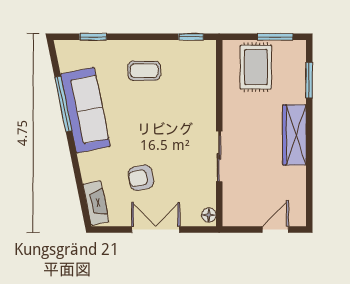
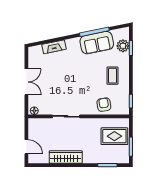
plant: (89, 51) -> (123, 46), added
sofa: (85, 110) -> (97, 43), width x0.73
wardrobe: (294, 135) -> (66, 157), moved
armchair: (141, 178) -> (104, 105), moved
fireplace: (96, 203) -> (54, 47), moved

